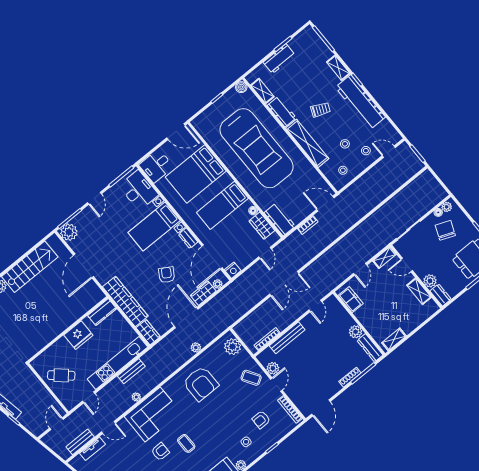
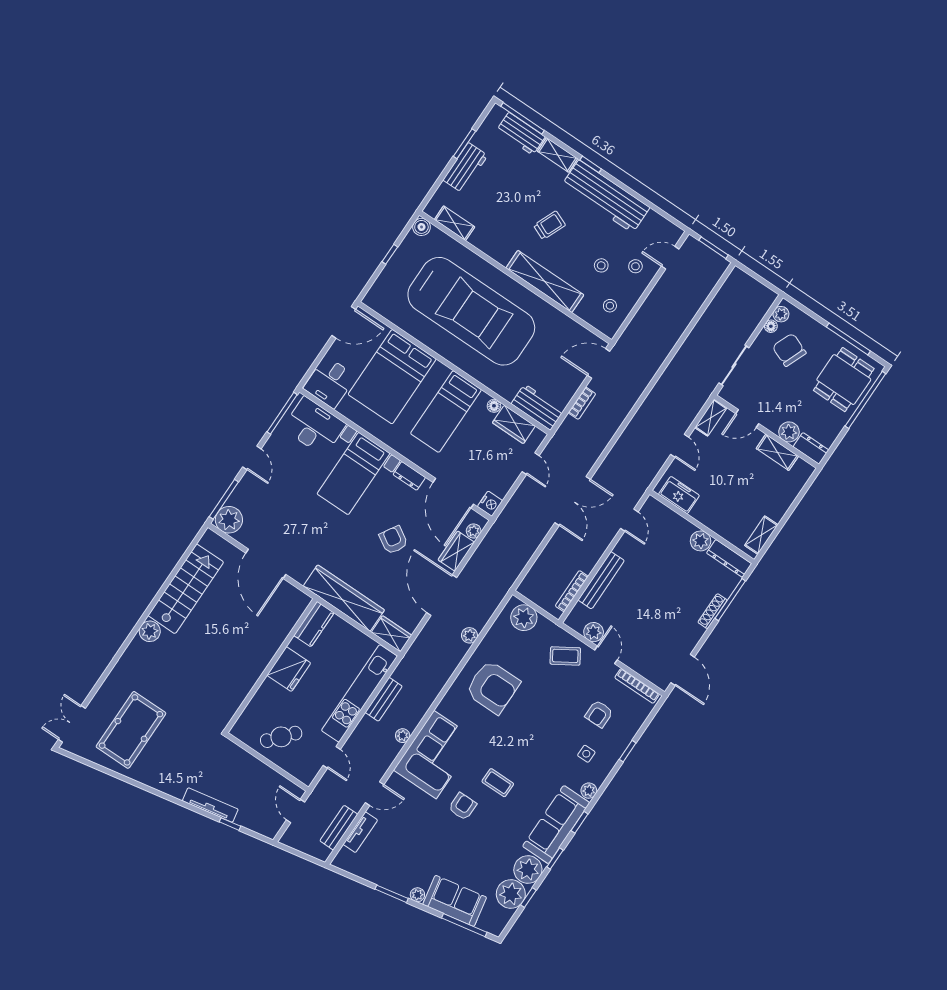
workbench: (282, 112) -> (521, 134), moved, turned 180

